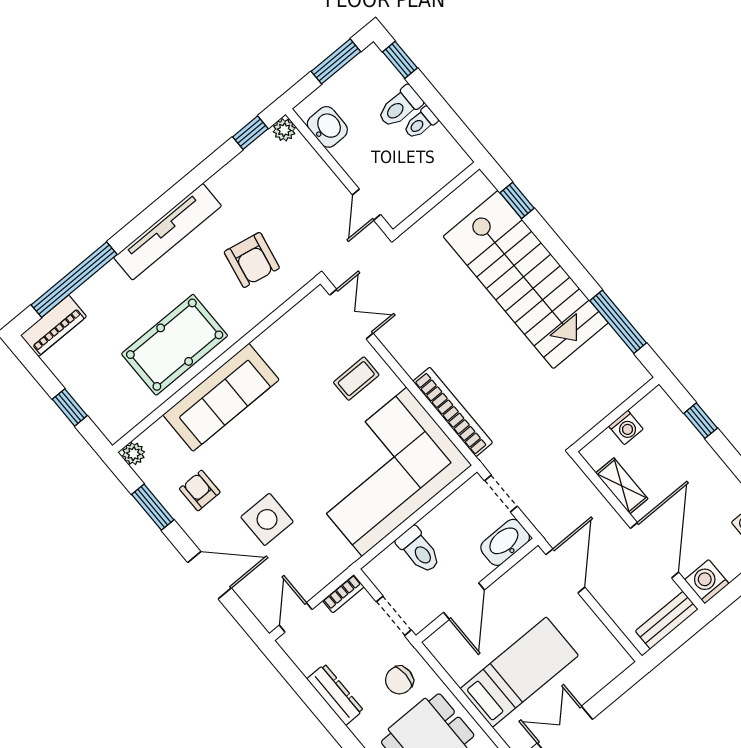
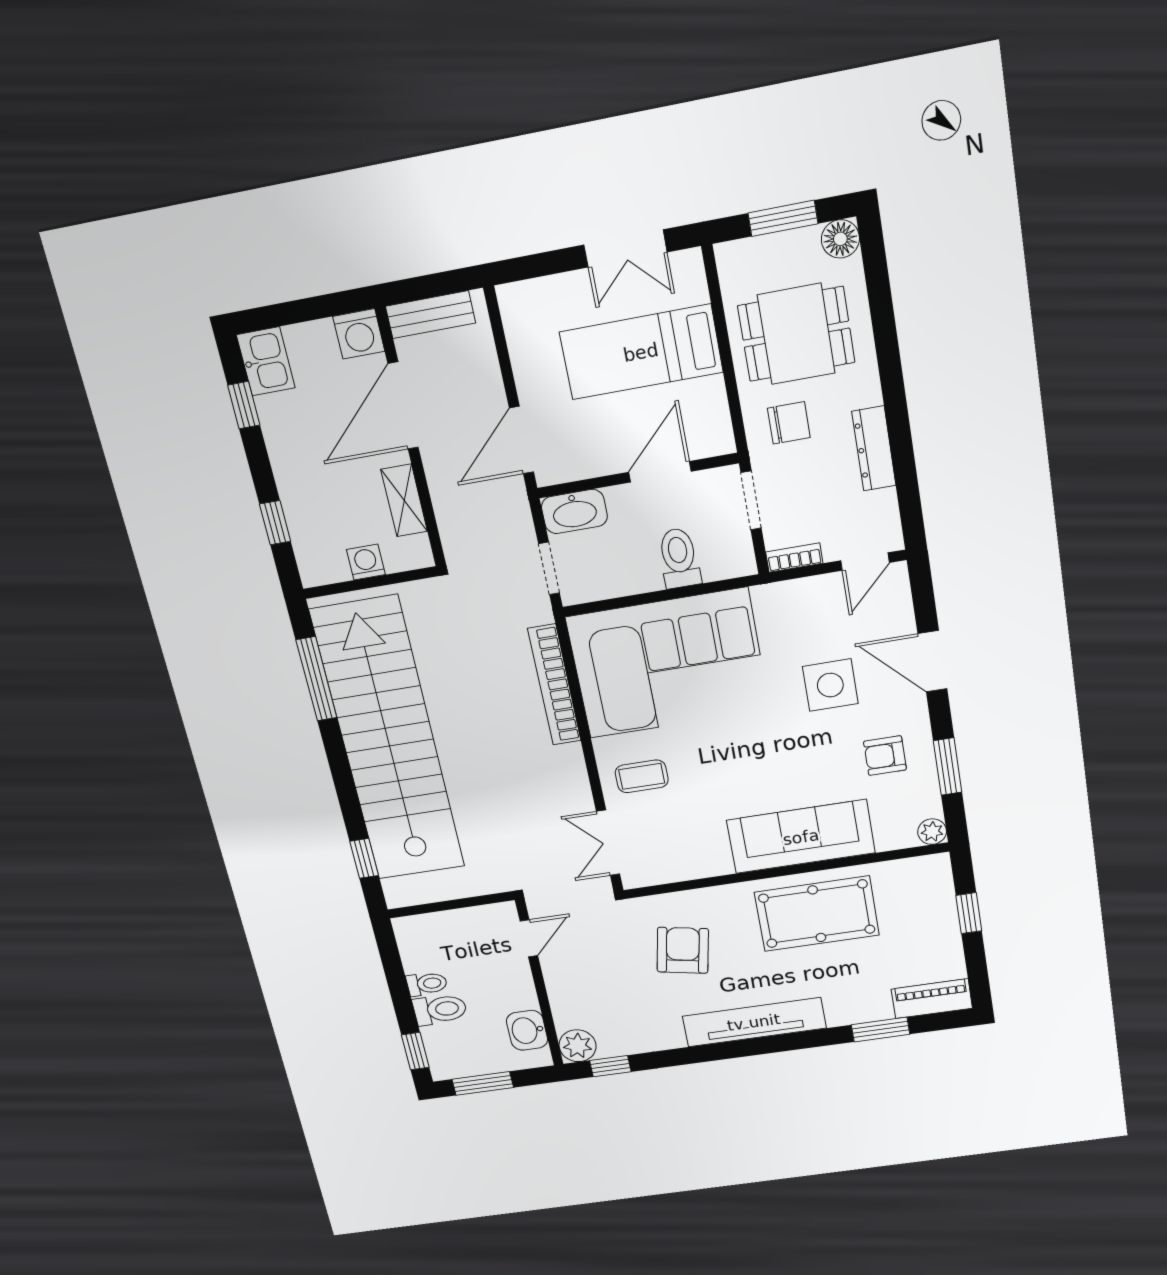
plant: (284, 130) -> (578, 1046), width x1.38, depth x1.38
window: (74, 280) -> (881, 1030), width x0.47
stairs: (526, 280) -> (388, 740), width x1.36
armchair: (200, 490) -> (885, 756), turned 90

